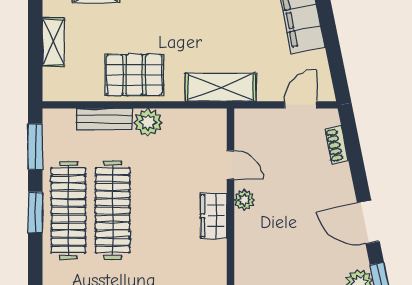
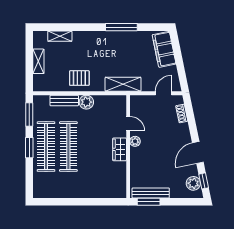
pallet: (134, 75) -> (79, 78), width x0.67, depth x0.71
door: (368, 222) -> (198, 153), hinge flipped

